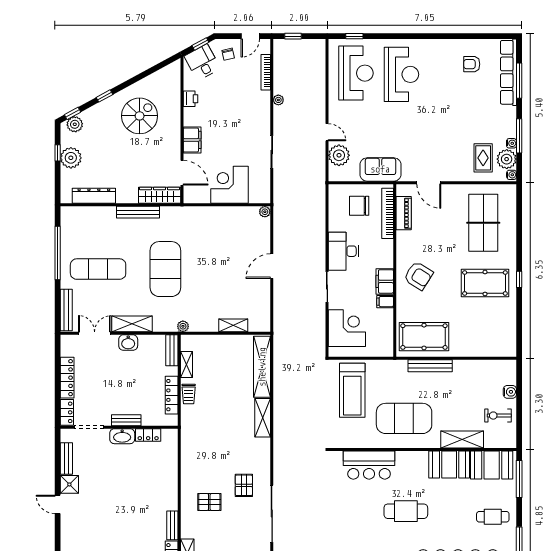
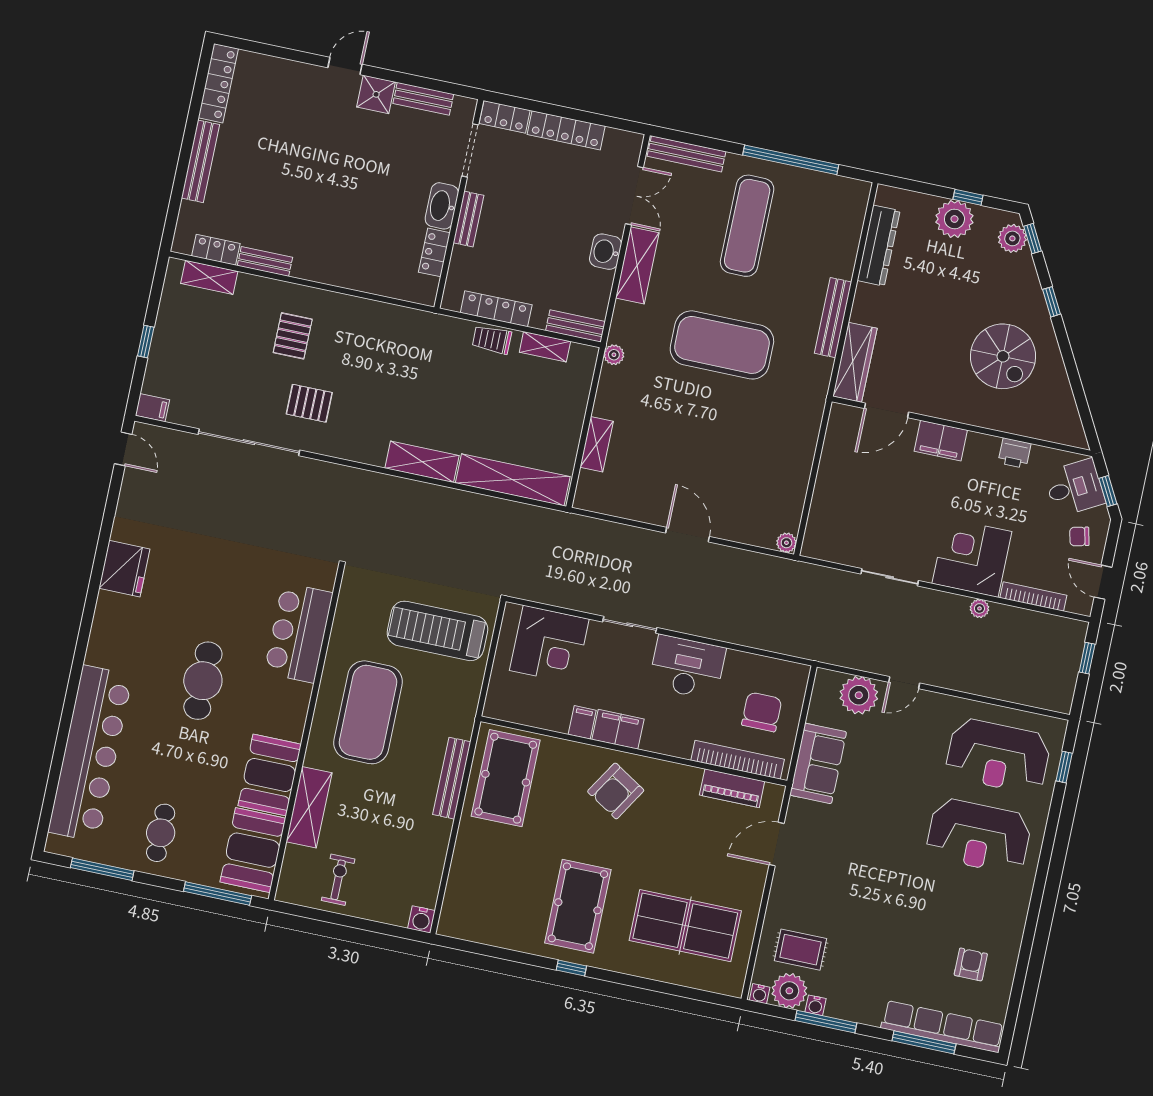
corner desk: (230, 185) -> (972, 558), moved, turned -90
water cooler: (510, 392) -> (421, 919), moved

